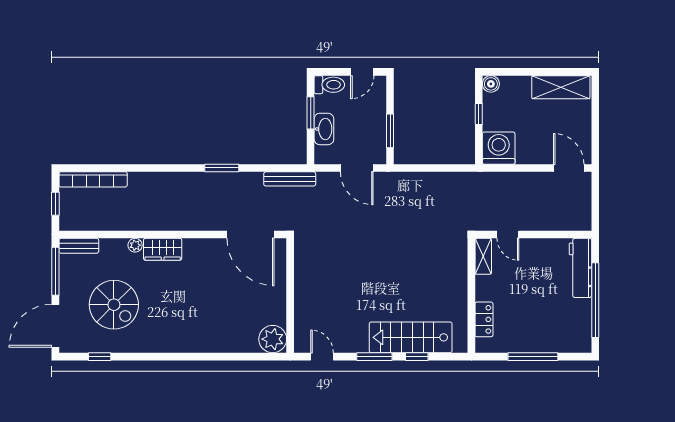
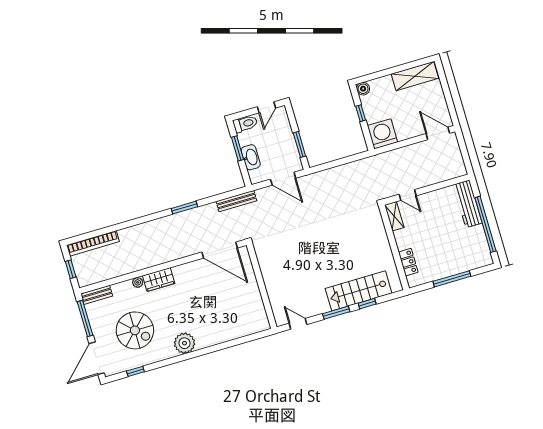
plant: (273, 339) -> (184, 343), moved

